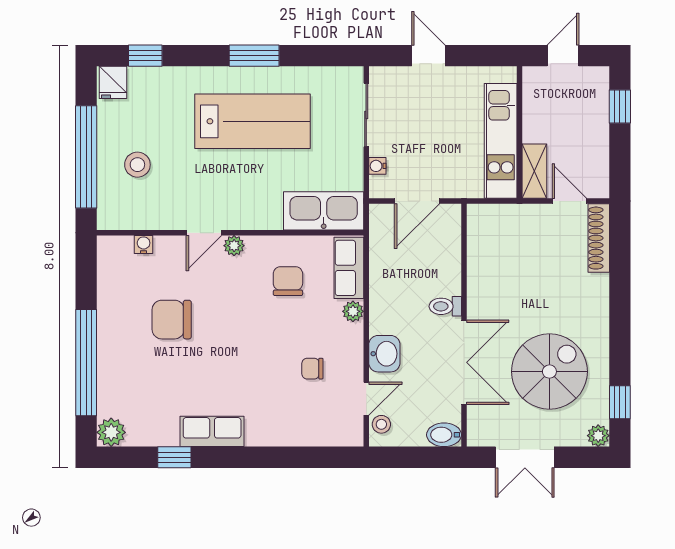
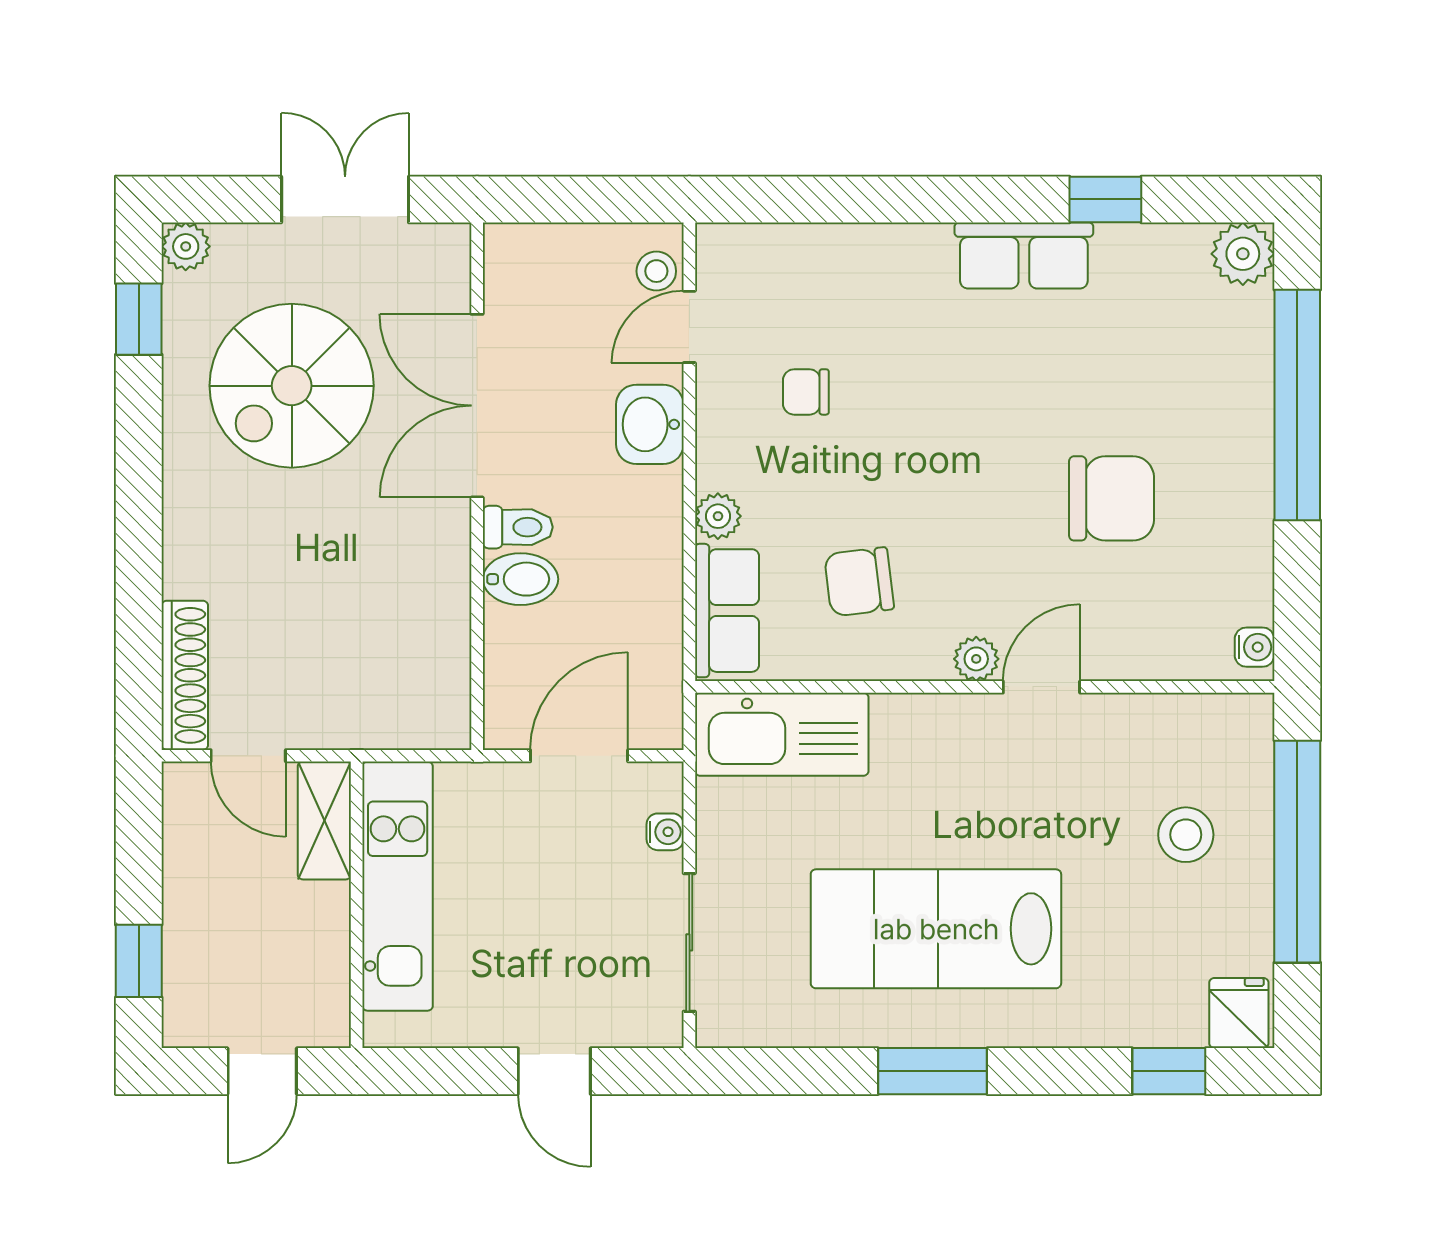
water cooler: (144, 244) -> (1255, 647), moved, turned -90
chair: (288, 281) -> (859, 582), turned 83
chair: (312, 369) -> (806, 392), turned 180
bidet: (444, 435) -> (520, 579), moved

